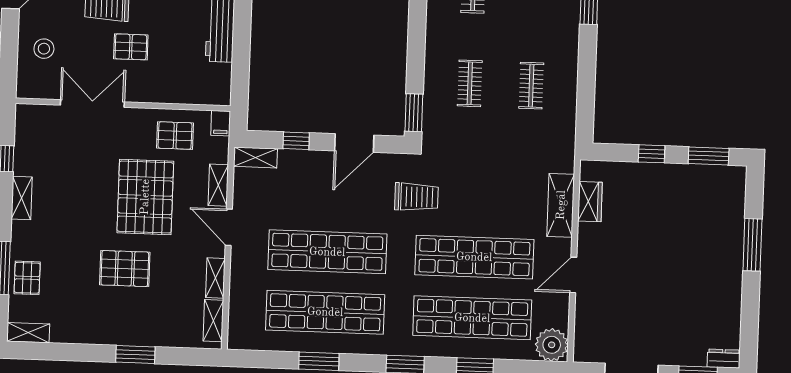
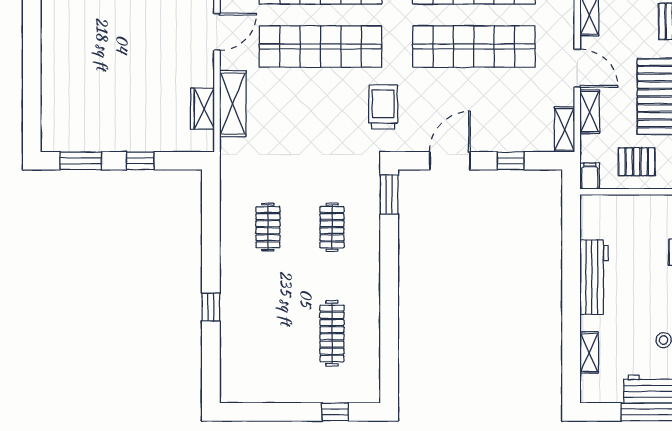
shelving: (255, 157) -> (565, 129), moved, turned 90
trolley: (417, 197) -> (383, 107), turned 90
window: (752, 245) -> (32, 70), removed

